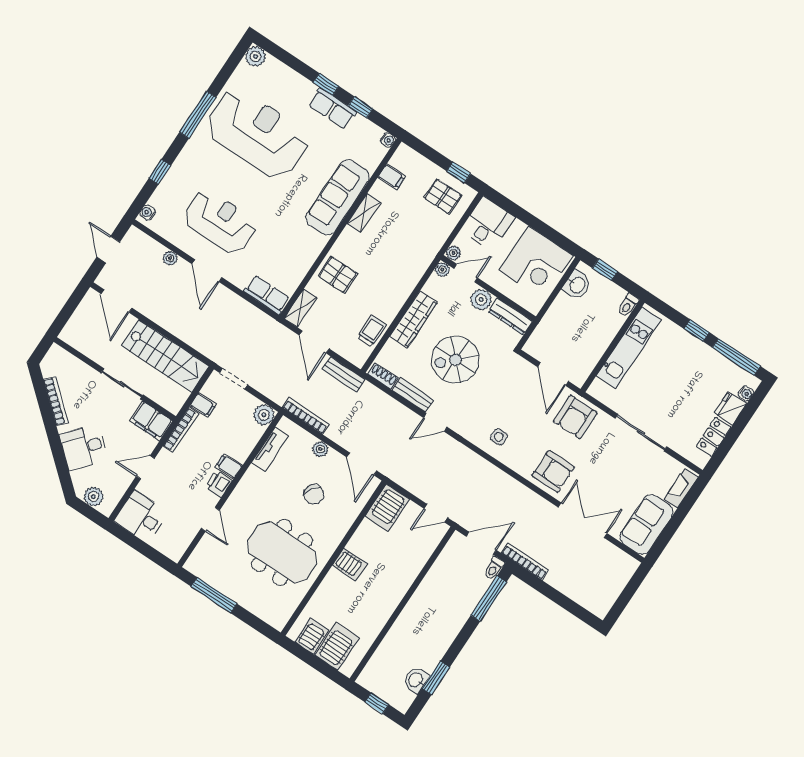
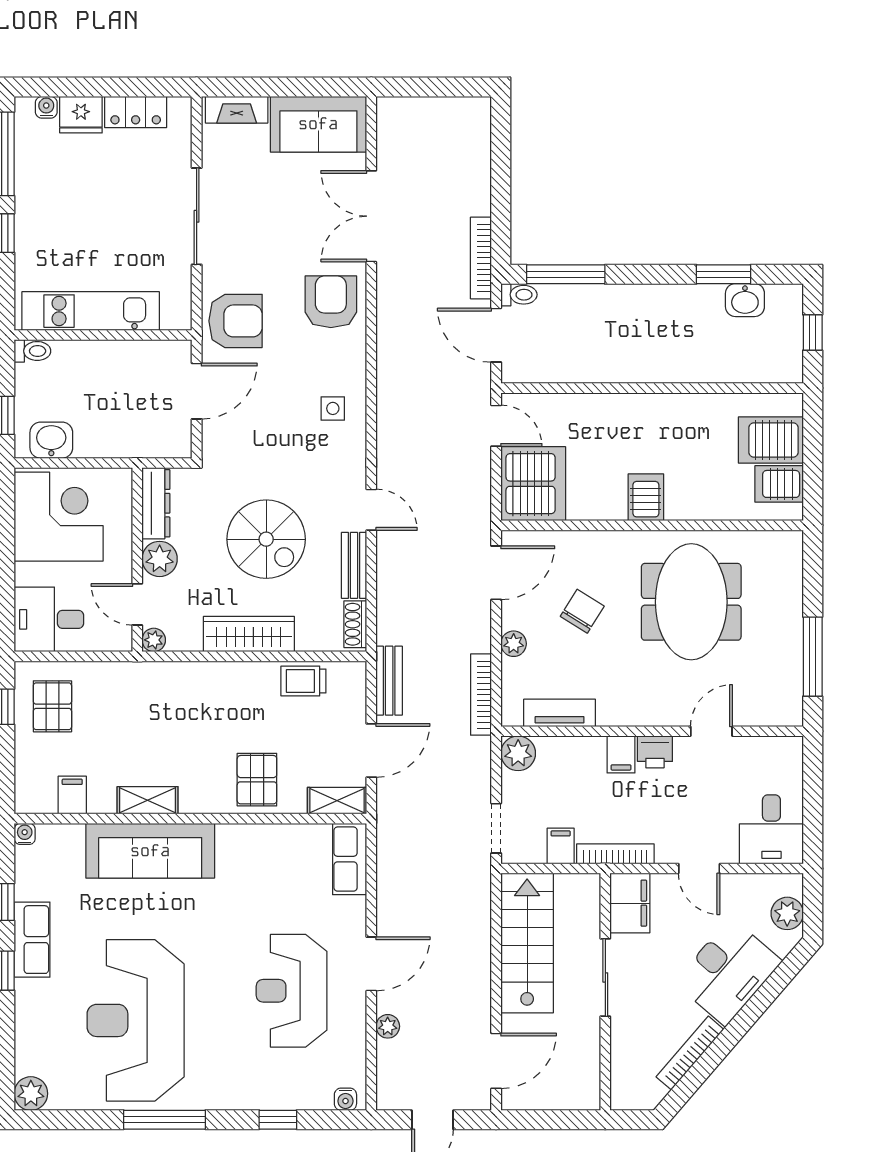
plant: (453, 253) -> (121, 640), removed
desk: (84, 447) -> (728, 972), width x1.37
server rack: (387, 508) -> (533, 484), width x1.60

